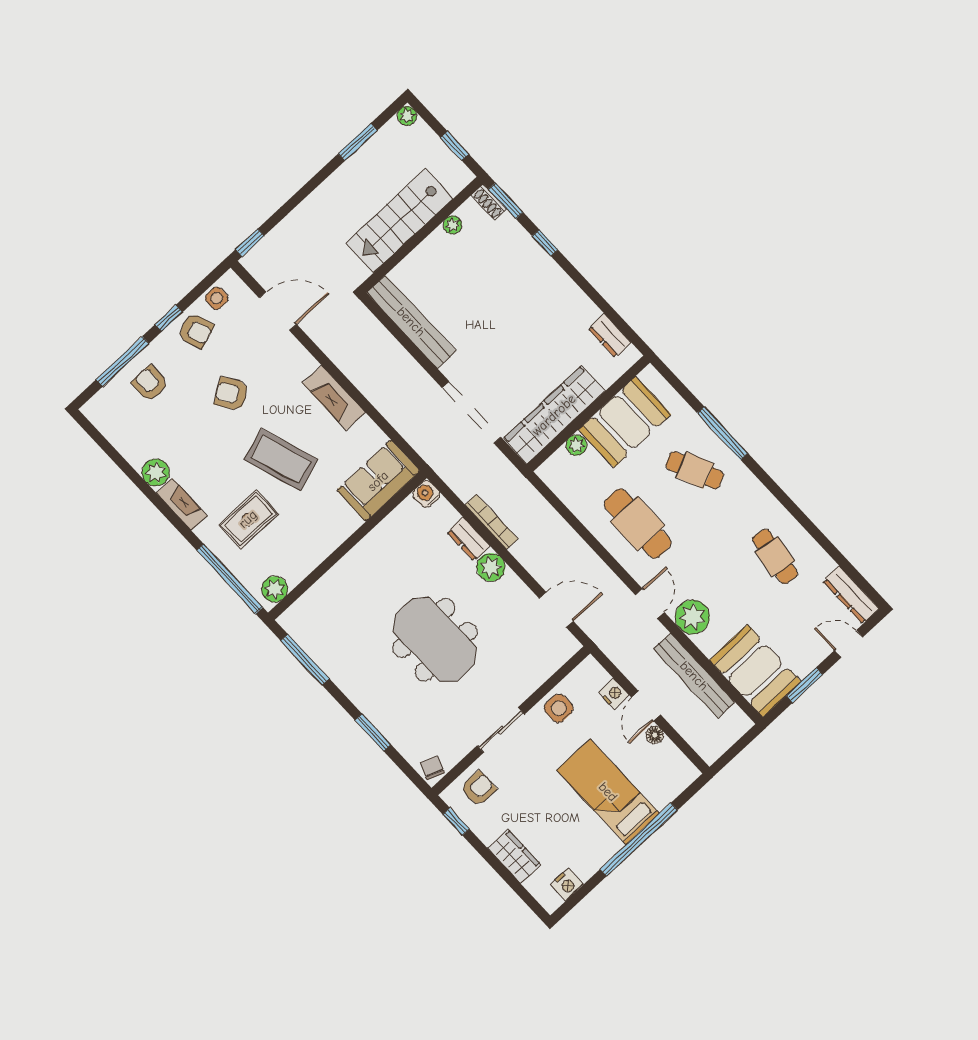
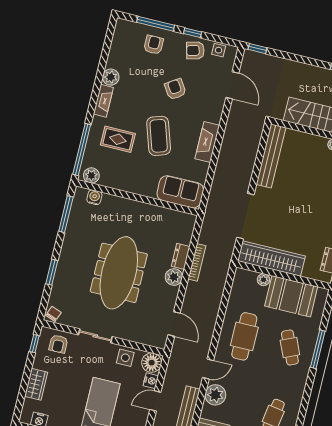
armchair: (196, 331) -> (195, 50), turned 94
water cooler: (426, 494) -> (94, 197), moved
meeting table: (435, 640) -> (119, 273), width x1.36
floor lamp: (655, 735) -> (152, 363), moved, width x1.89, depth x1.89
armchair: (478, 789) -> (58, 344), turned 90

